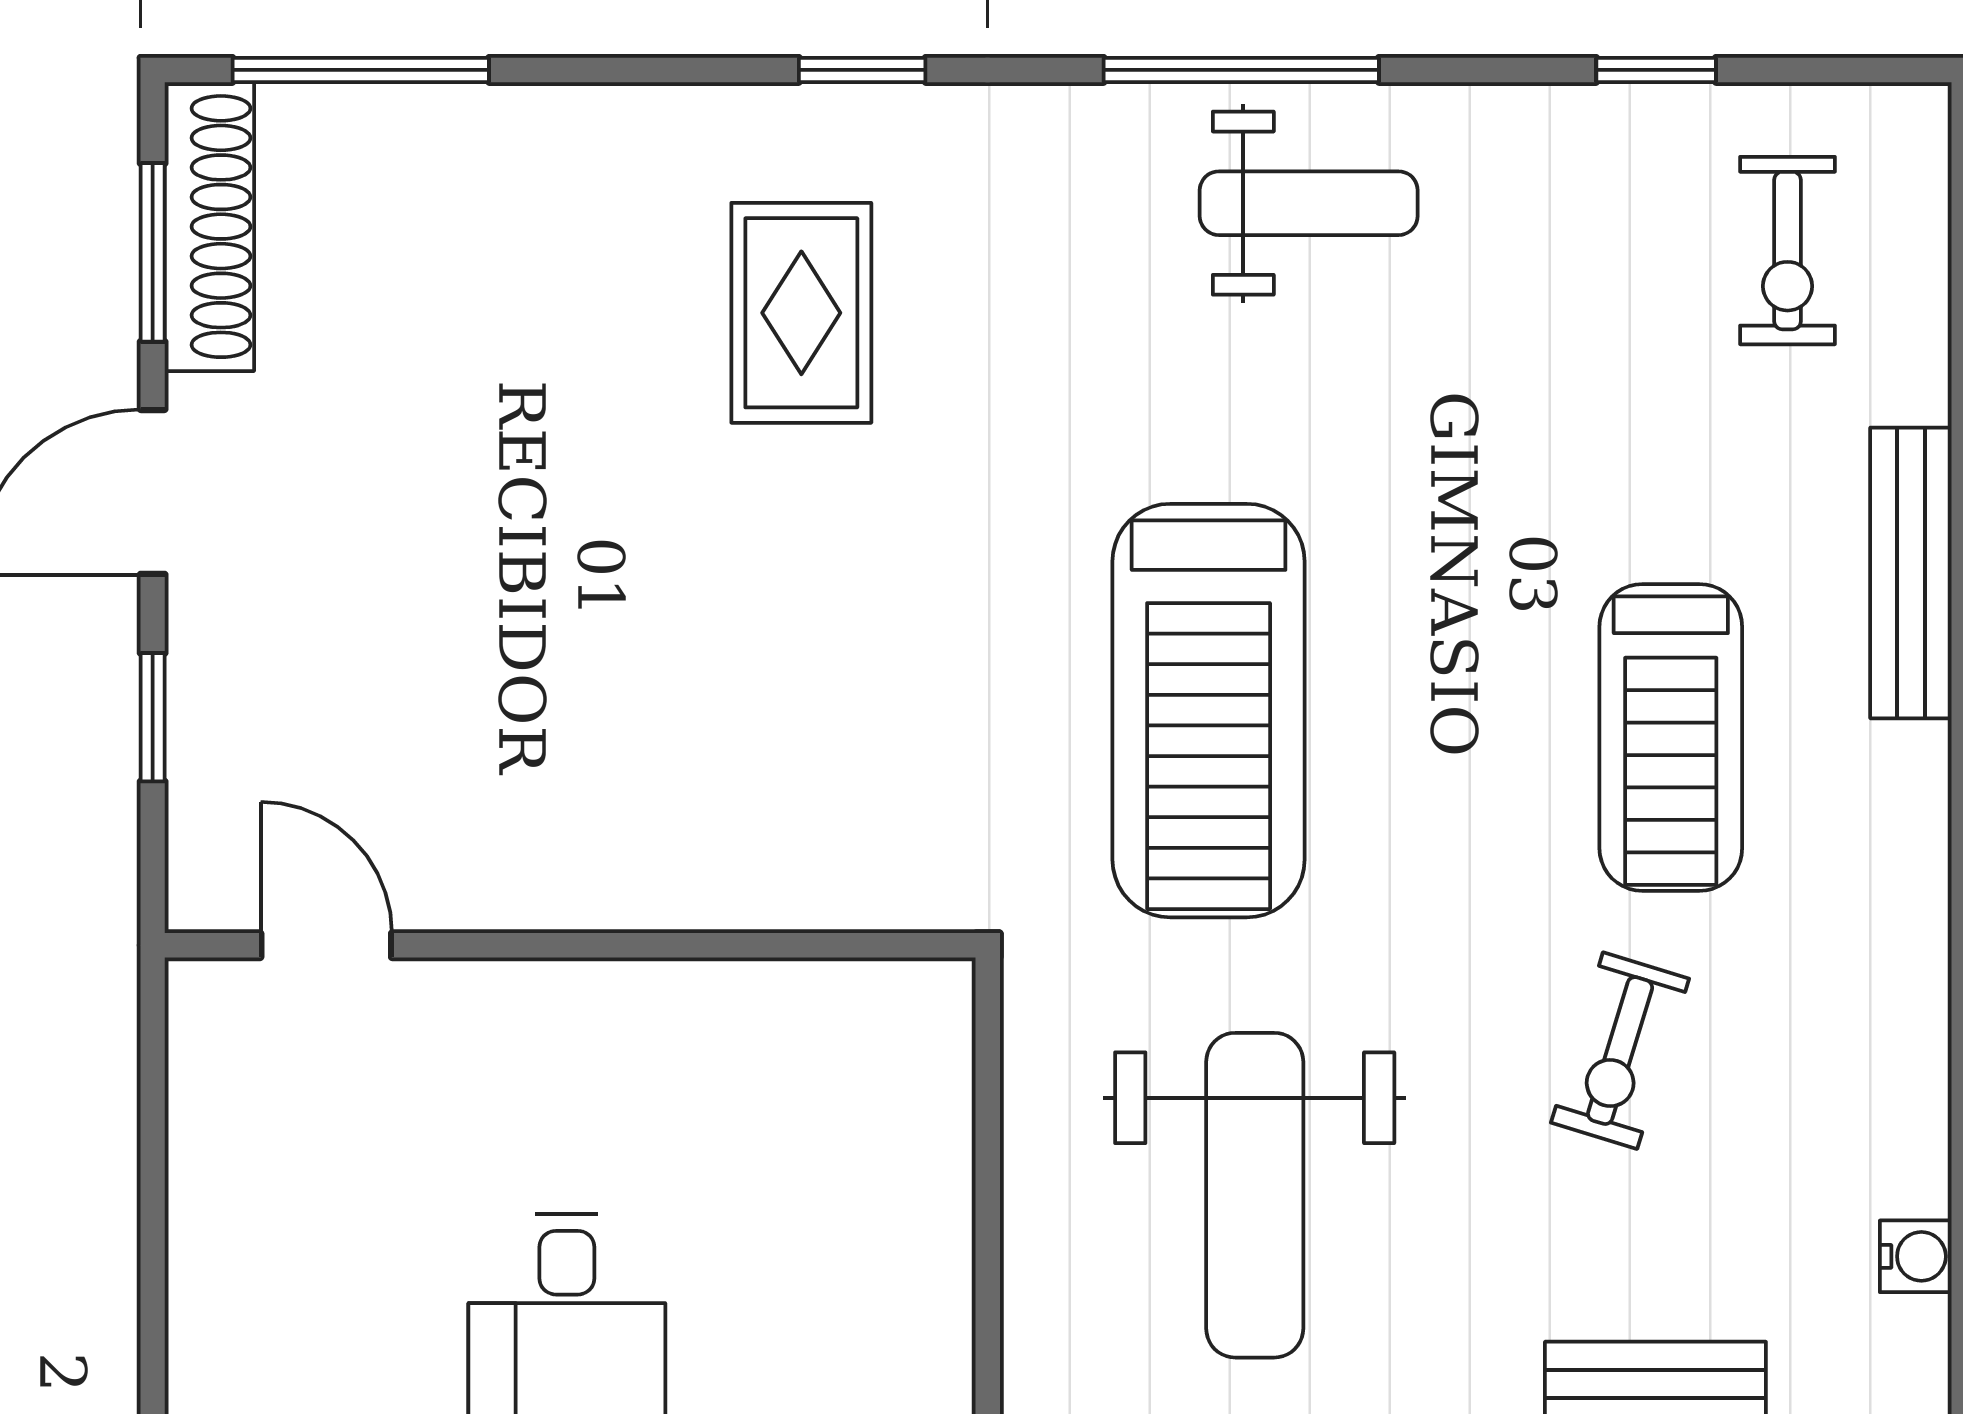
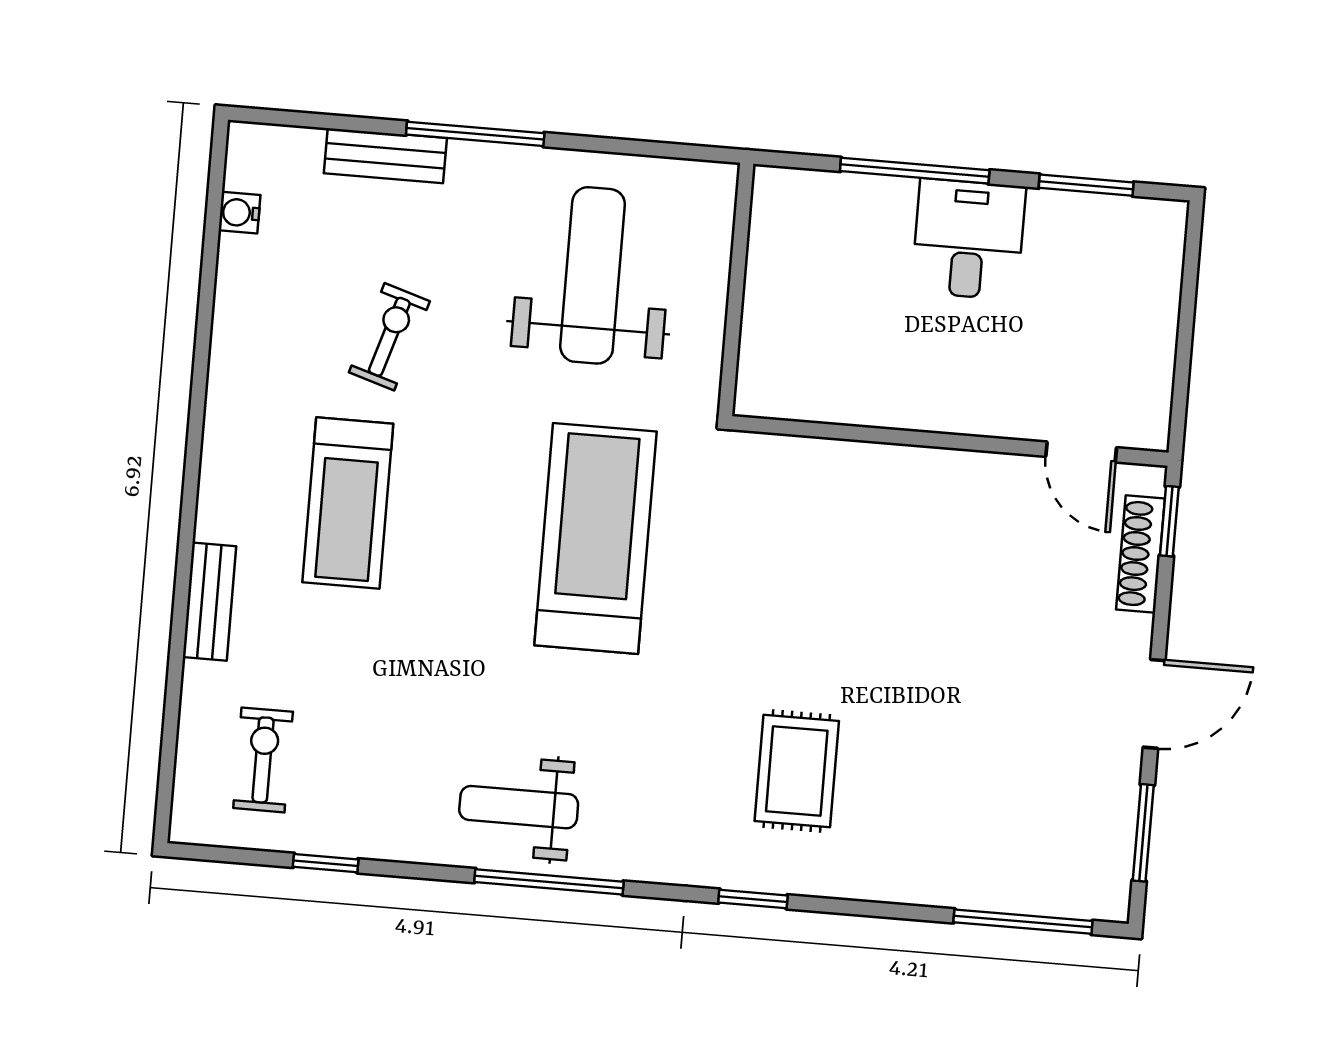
shoe rack: (209, 227) -> (1141, 554), moved, width x0.74, depth x0.81
bench: (1911, 573) -> (209, 602), width x0.73
window: (153, 717) -> (1169, 521), moved
treadmill: (1671, 737) -> (348, 503), turned 180

